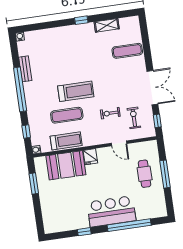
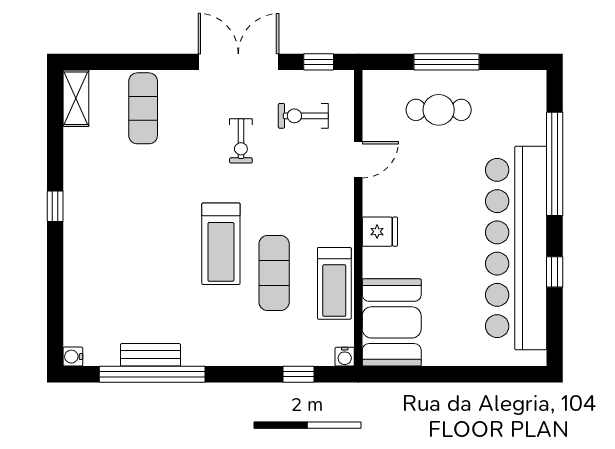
shelving: (107, 25) -> (76, 98), moved
window: (20, 89) -> (152, 374), moved
treadmill: (76, 91) -> (221, 244), turned 180
exercise bike: (110, 113) -> (241, 141), moved
treadmill: (66, 141) -> (334, 283), turned 180
booth: (66, 165) -> (392, 322), moved
window: (34, 184) -> (424, 374), removed
bar counter: (111, 211) -> (516, 248), width x1.86

